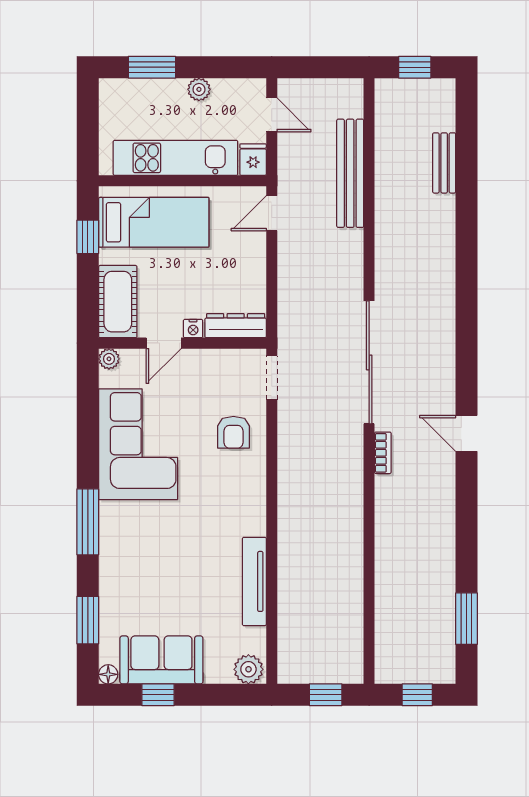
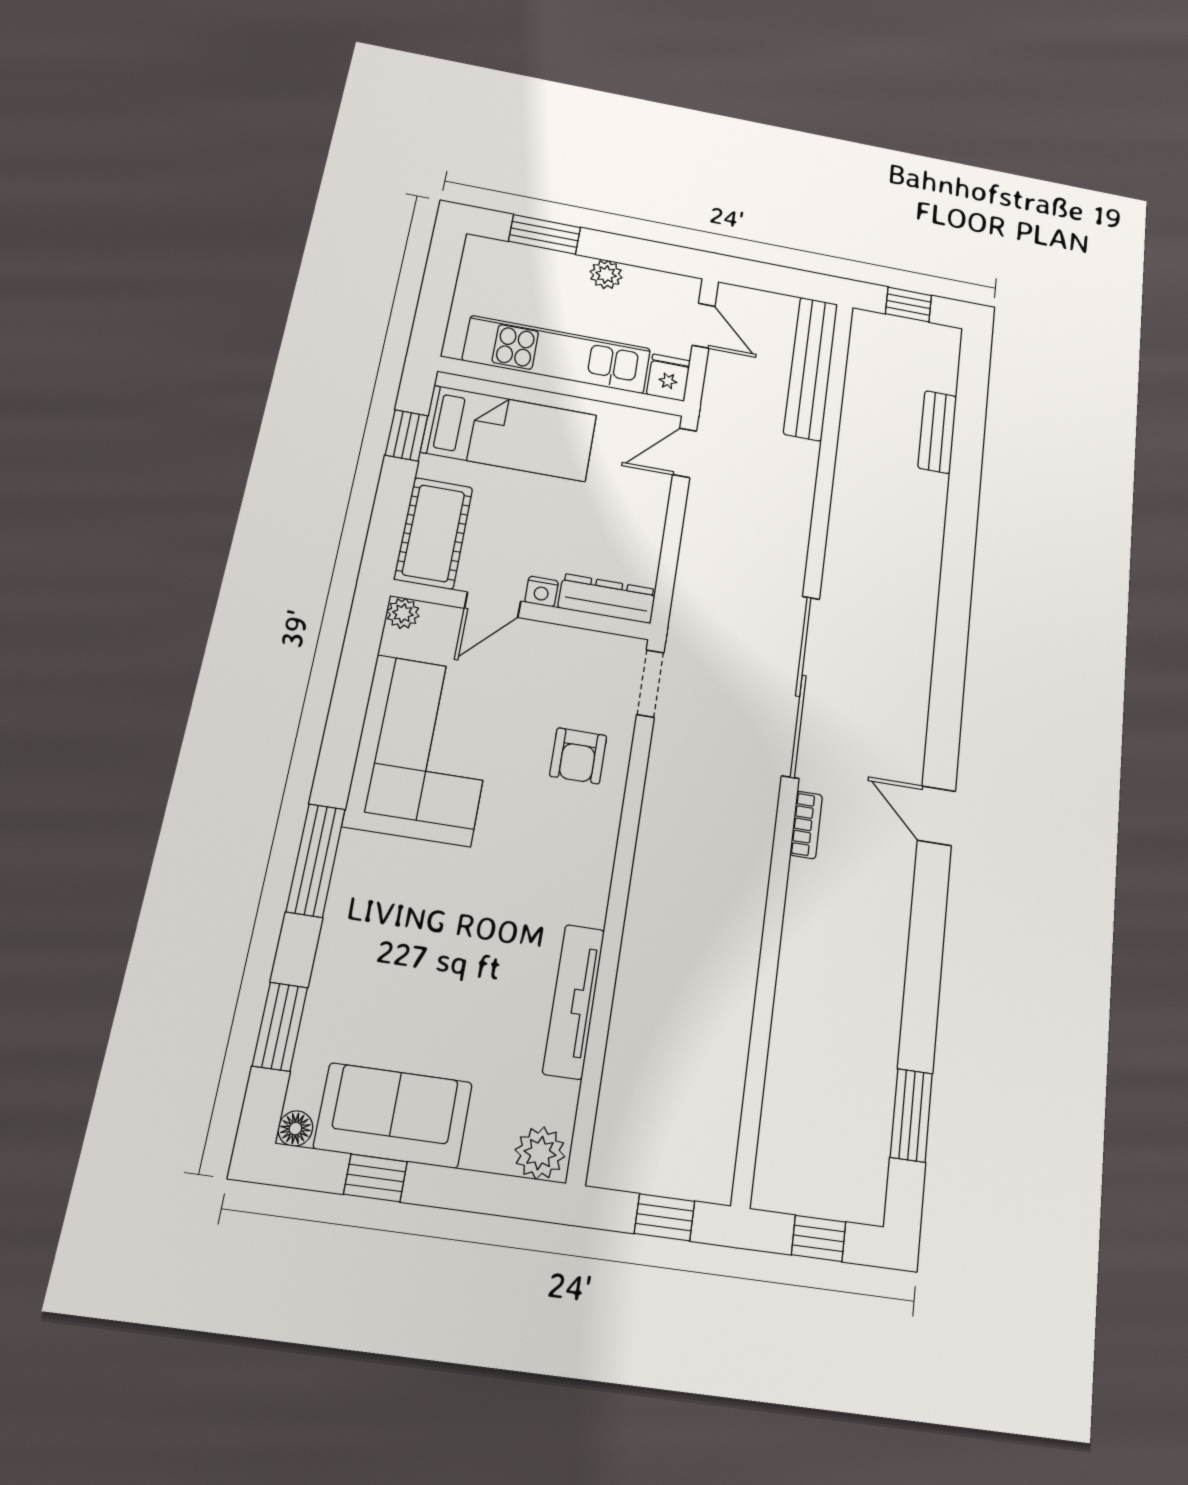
bench: (350, 173) -> (811, 368), moved

